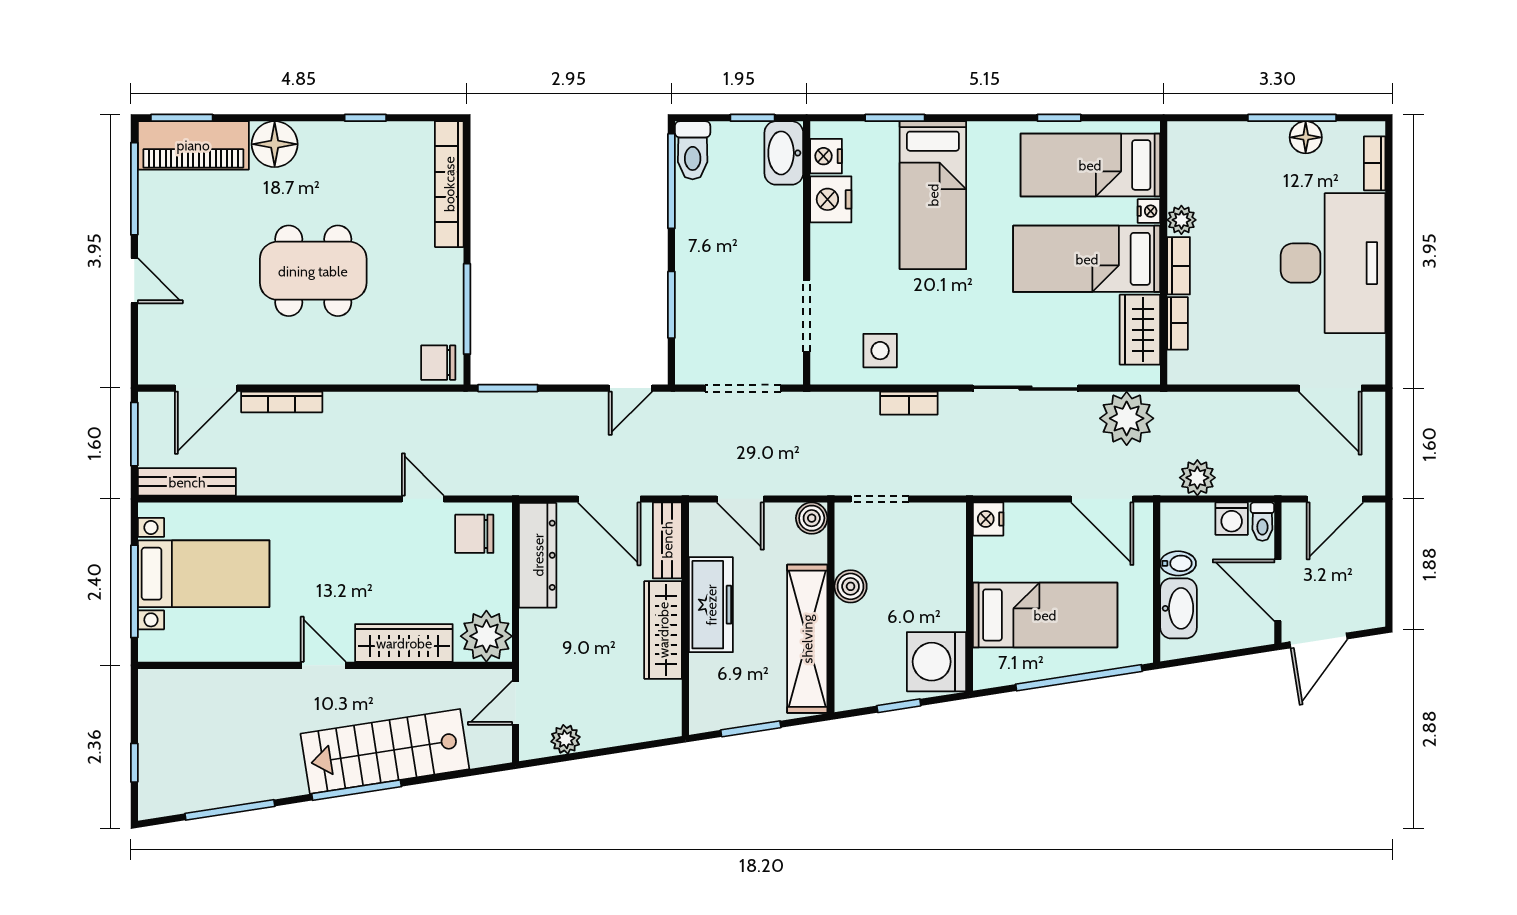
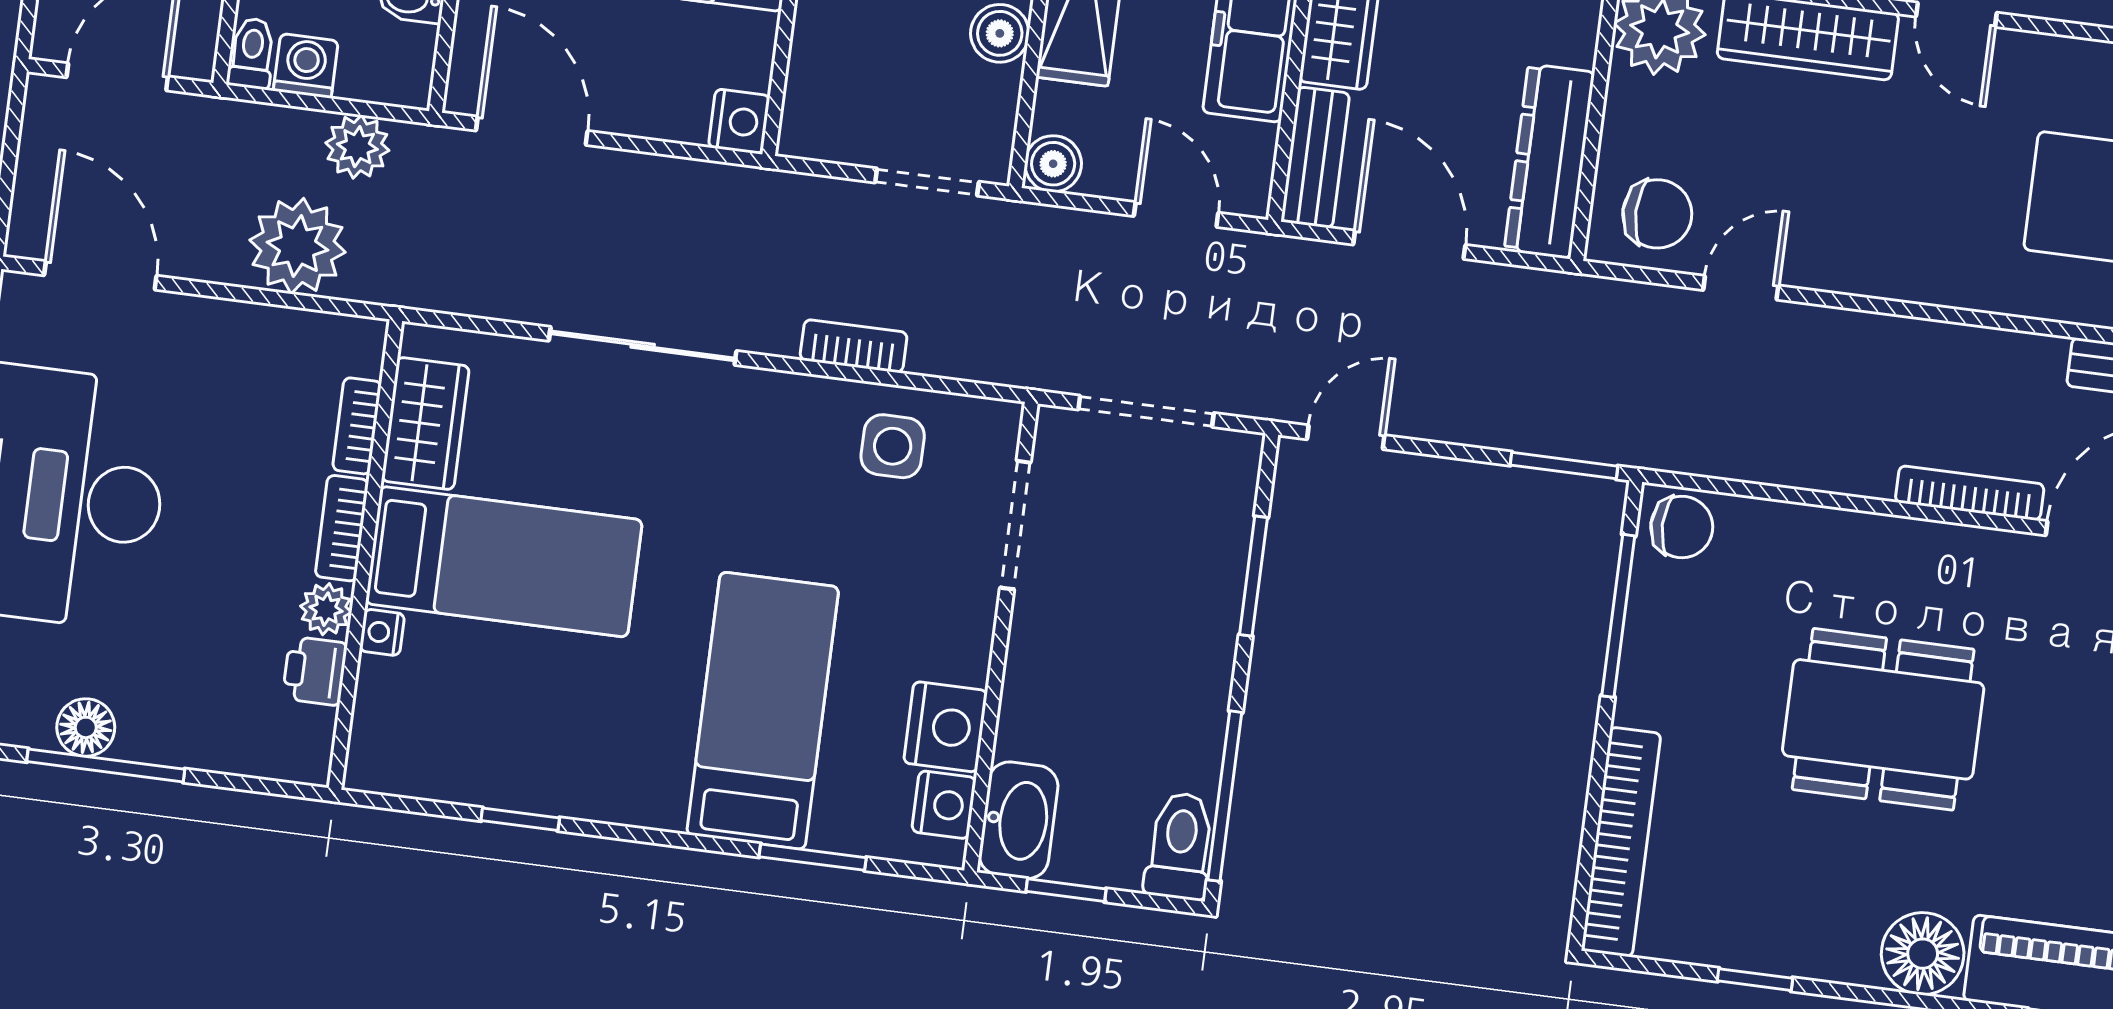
bed: (1090, 165) -> (476, 728), removed
printer: (1183, 185) -> (315, 671), added
plant: (1127, 418) -> (297, 246), moved
door: (423, 499) -> (1741, 288), swing flipped

